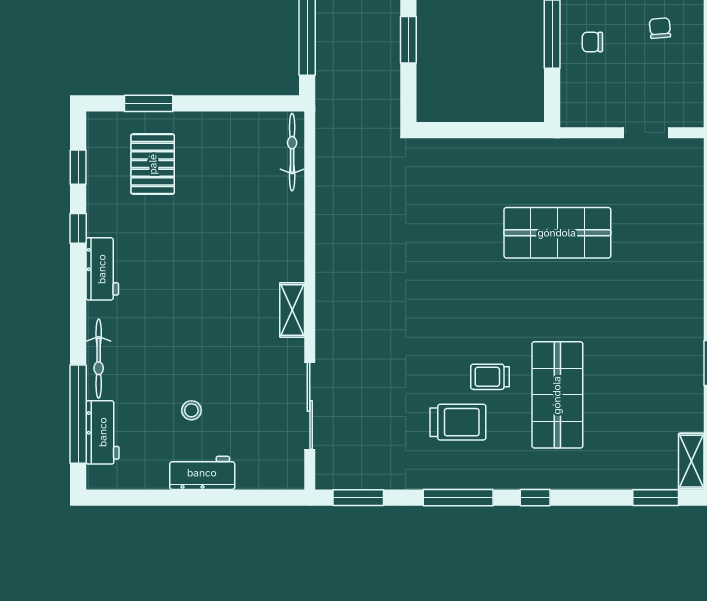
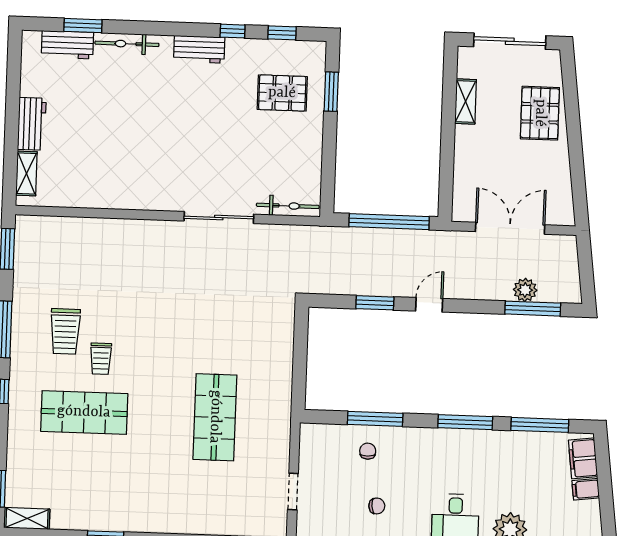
shelving: (292, 310) -> (26, 174), moved, turned 90
trolley: (490, 377) -> (101, 359), turned 180
sliding door: (310, 406) -> (219, 218), moved
stool: (191, 410) -> (83, 117), removed
window: (78, 414) -> (83, 26), width x0.47

